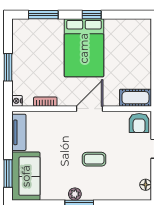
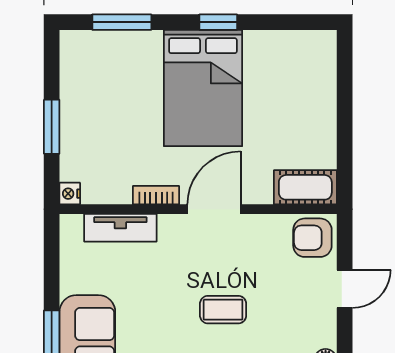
bookcase: (45, 102) -> (156, 195), moved
armchair: (139, 123) -> (312, 238), turned 90
tv unit: (19, 132) -> (120, 228), moved, turned 90

